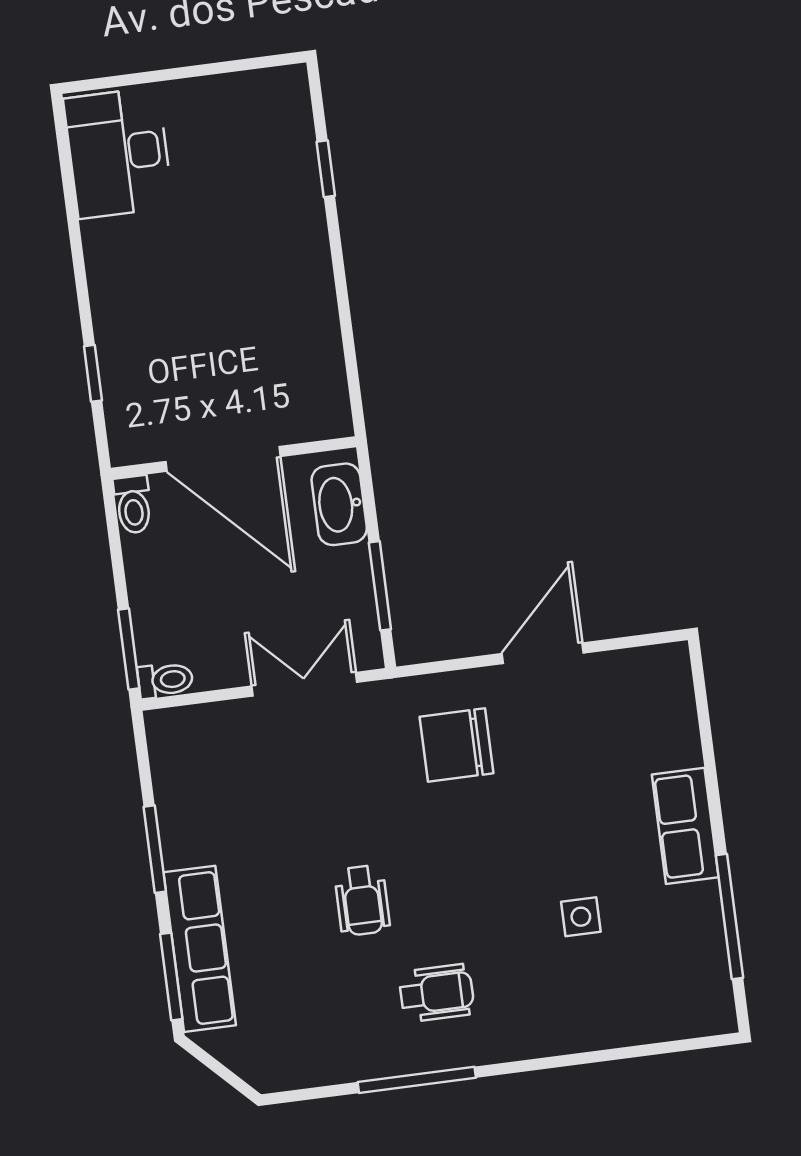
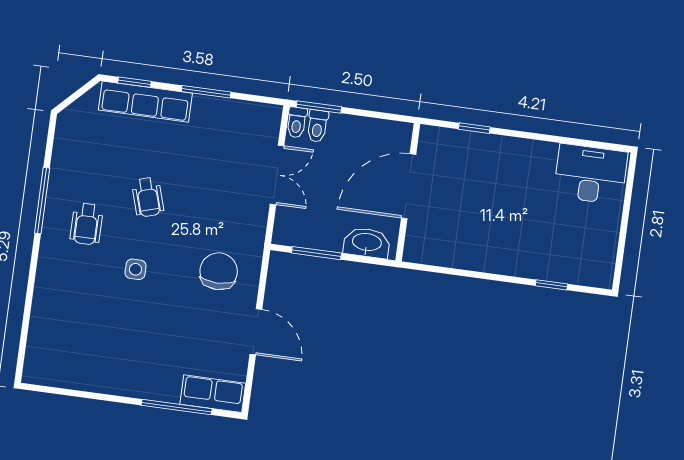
toilet: (133, 505) -> (317, 126), moved, turned -90
double door: (304, 684) -> (277, 175), moved
row of seats: (685, 826) -> (213, 394), moved
wheelchair: (362, 900) -> (148, 197), turned -107
side table: (581, 917) -> (136, 269), moved
window: (729, 917) -> (177, 407), moved
window: (171, 977) -> (134, 82), width x0.67

